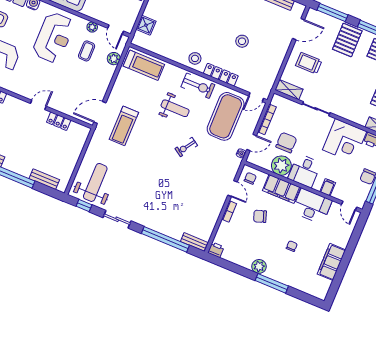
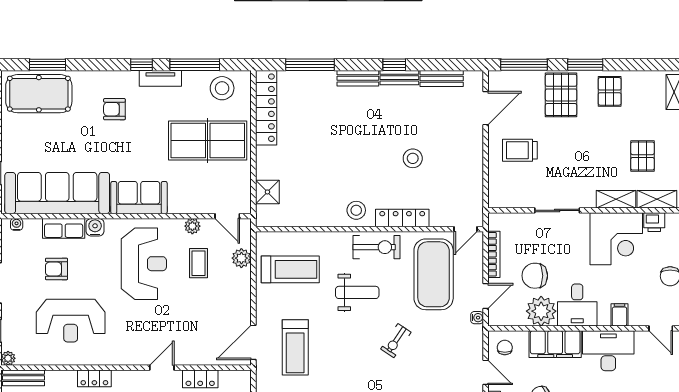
treadmill: (144, 65) -> (290, 269), moved
shelving: (289, 90) -> (616, 199), moved
chair: (286, 143) -> (535, 276), turned -90

